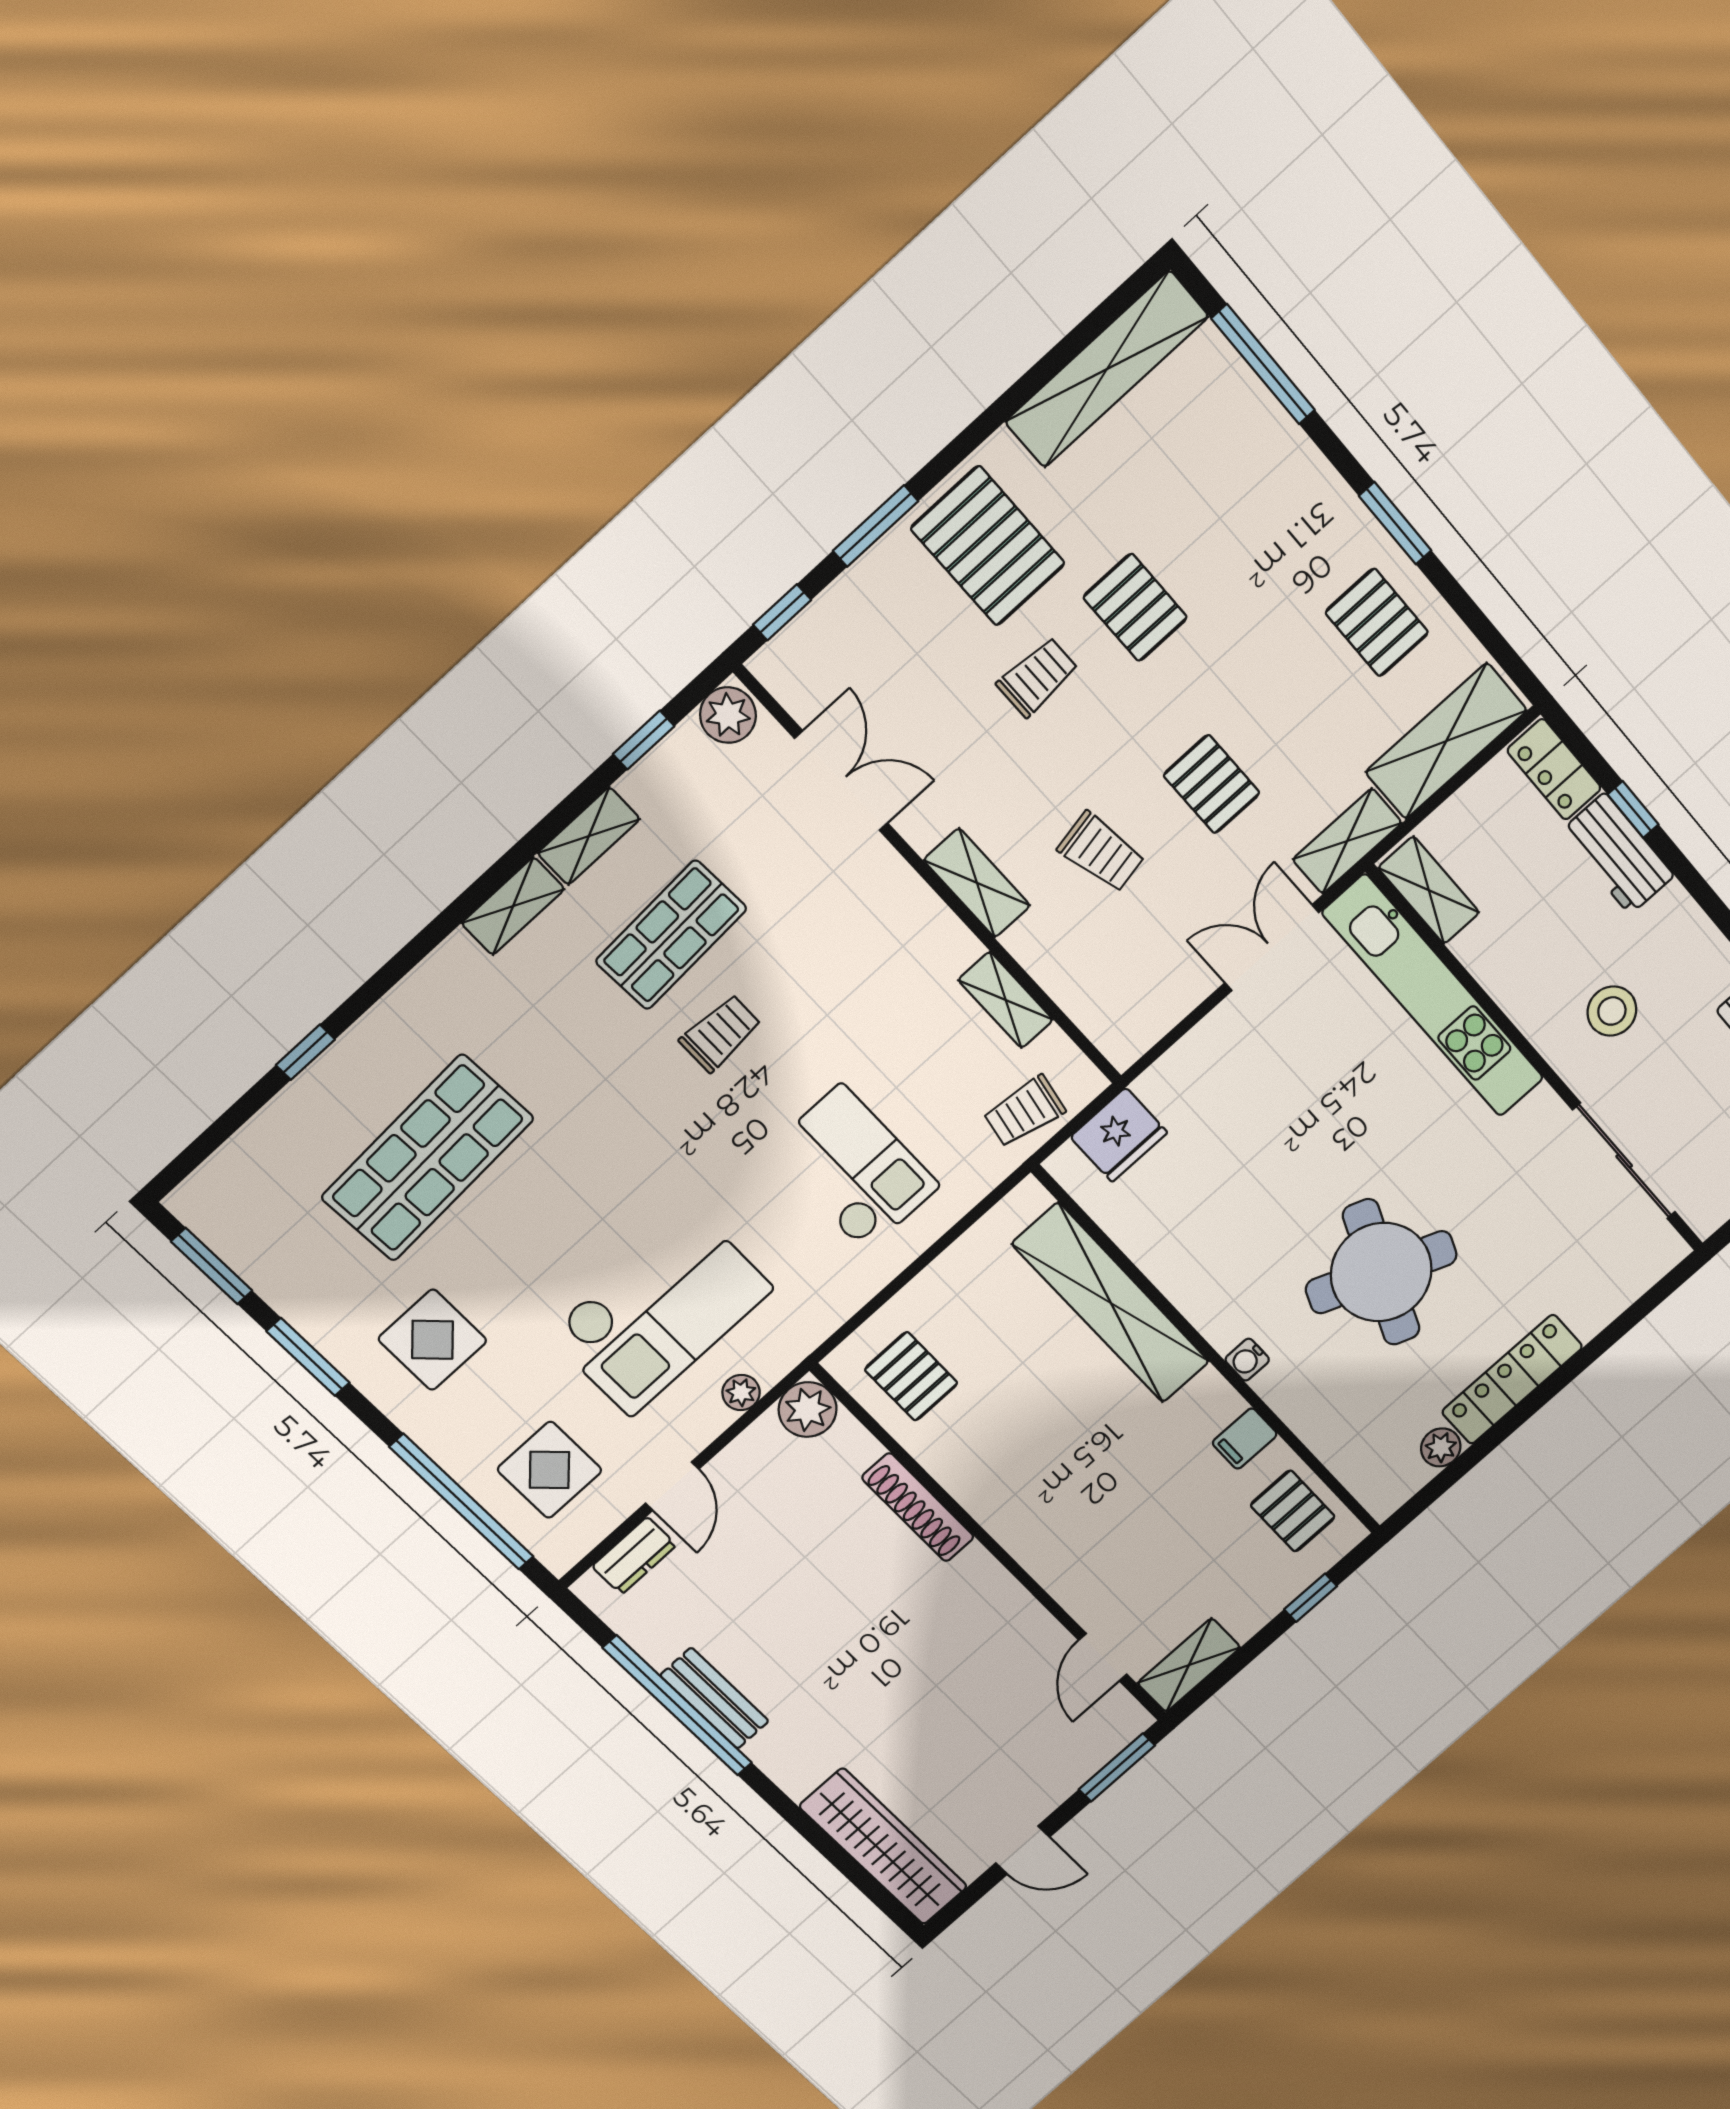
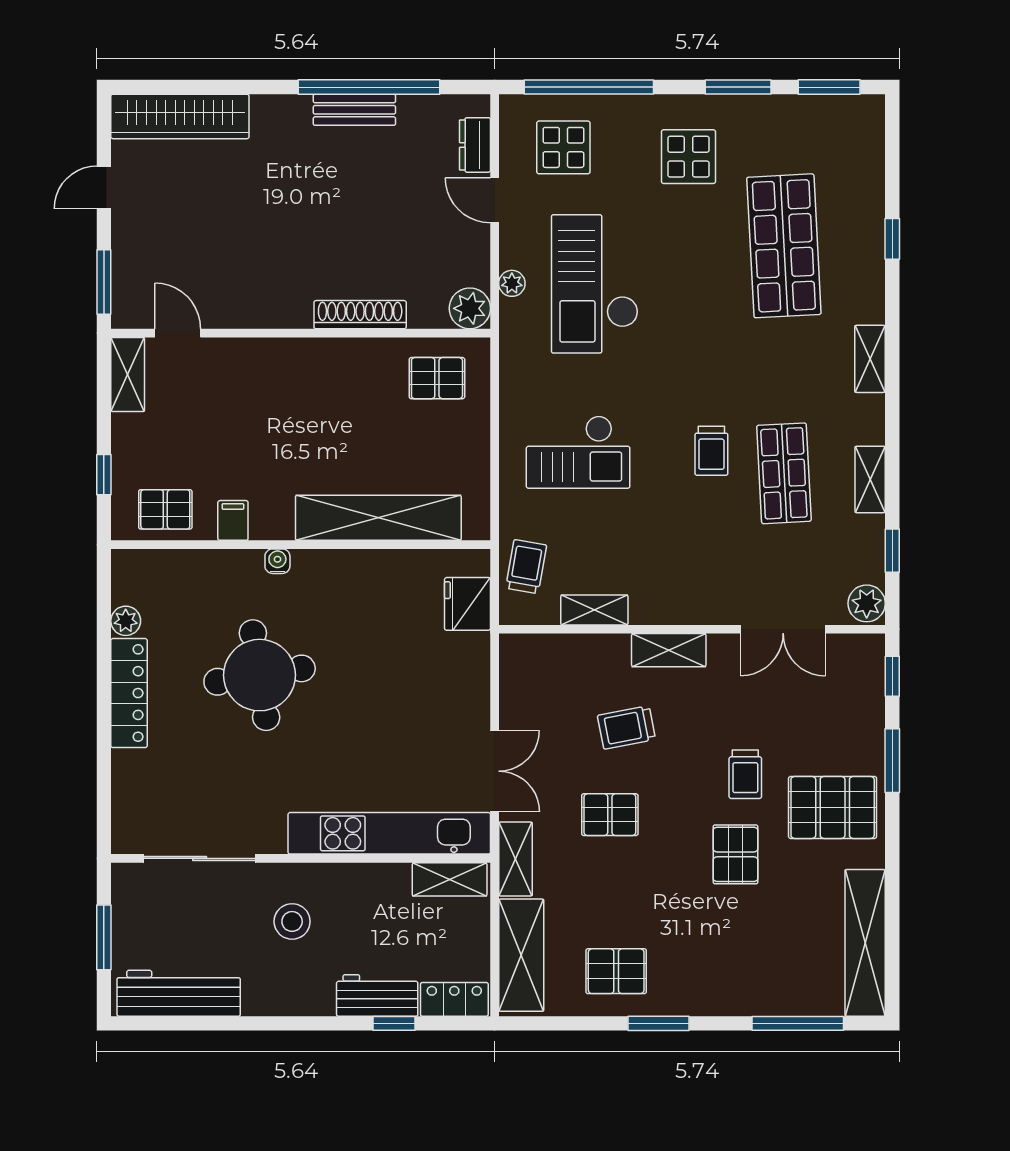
pallet: (1135, 607) -> (735, 854), turned 90
shelving: (513, 906) -> (870, 359), moved
round table: (1381, 1272) -> (260, 675), turned -31

